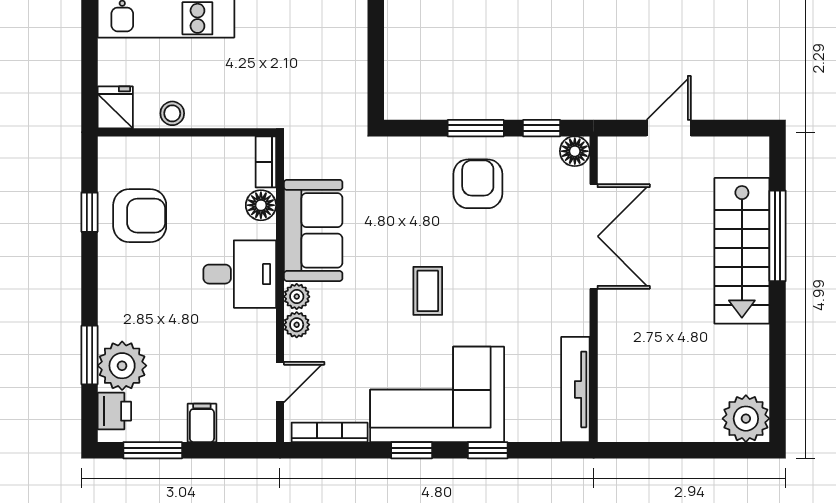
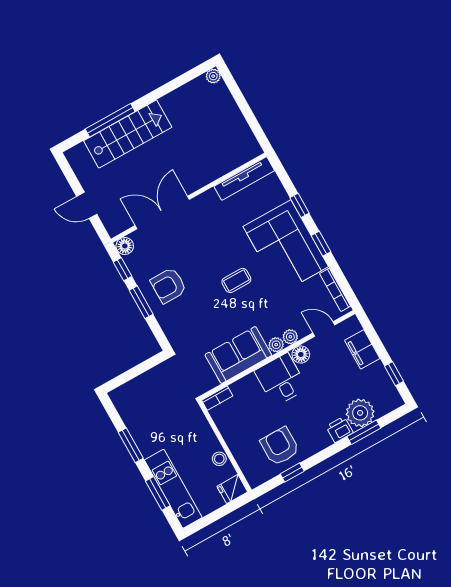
floor lamp: (261, 205) -> (301, 354), moved
printer: (114, 411) -> (339, 430), moved
plant: (746, 419) -> (213, 76), width x0.53, depth x0.53
filing cabinet: (202, 423) -> (362, 349), width x2.00
window: (153, 450) -> (394, 374), width x0.67

